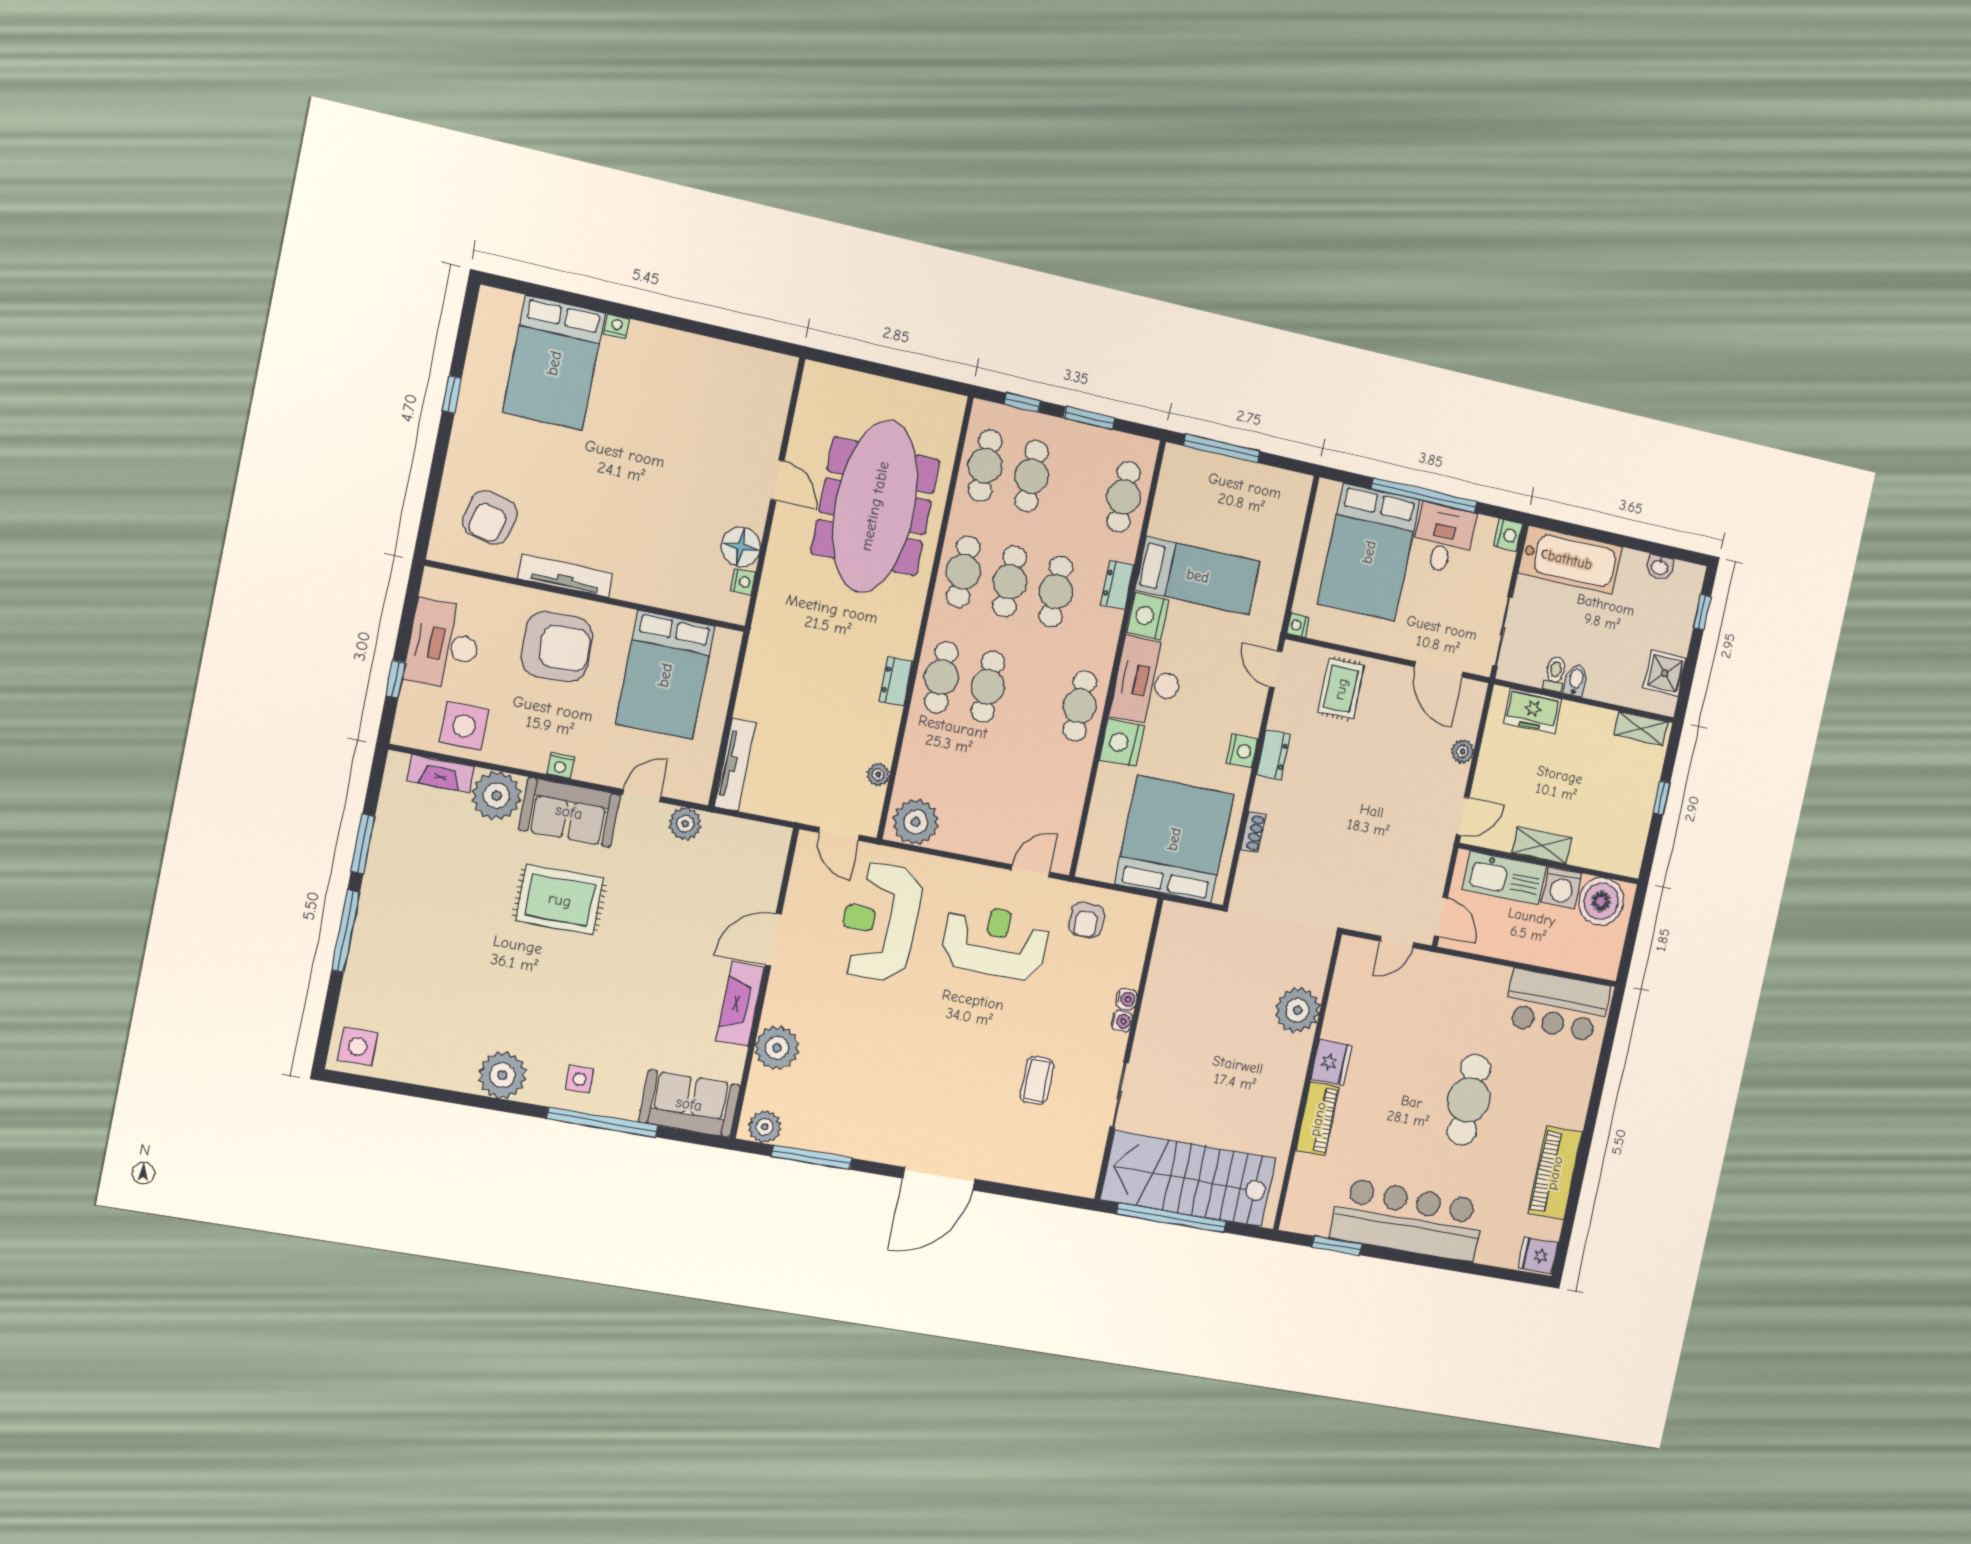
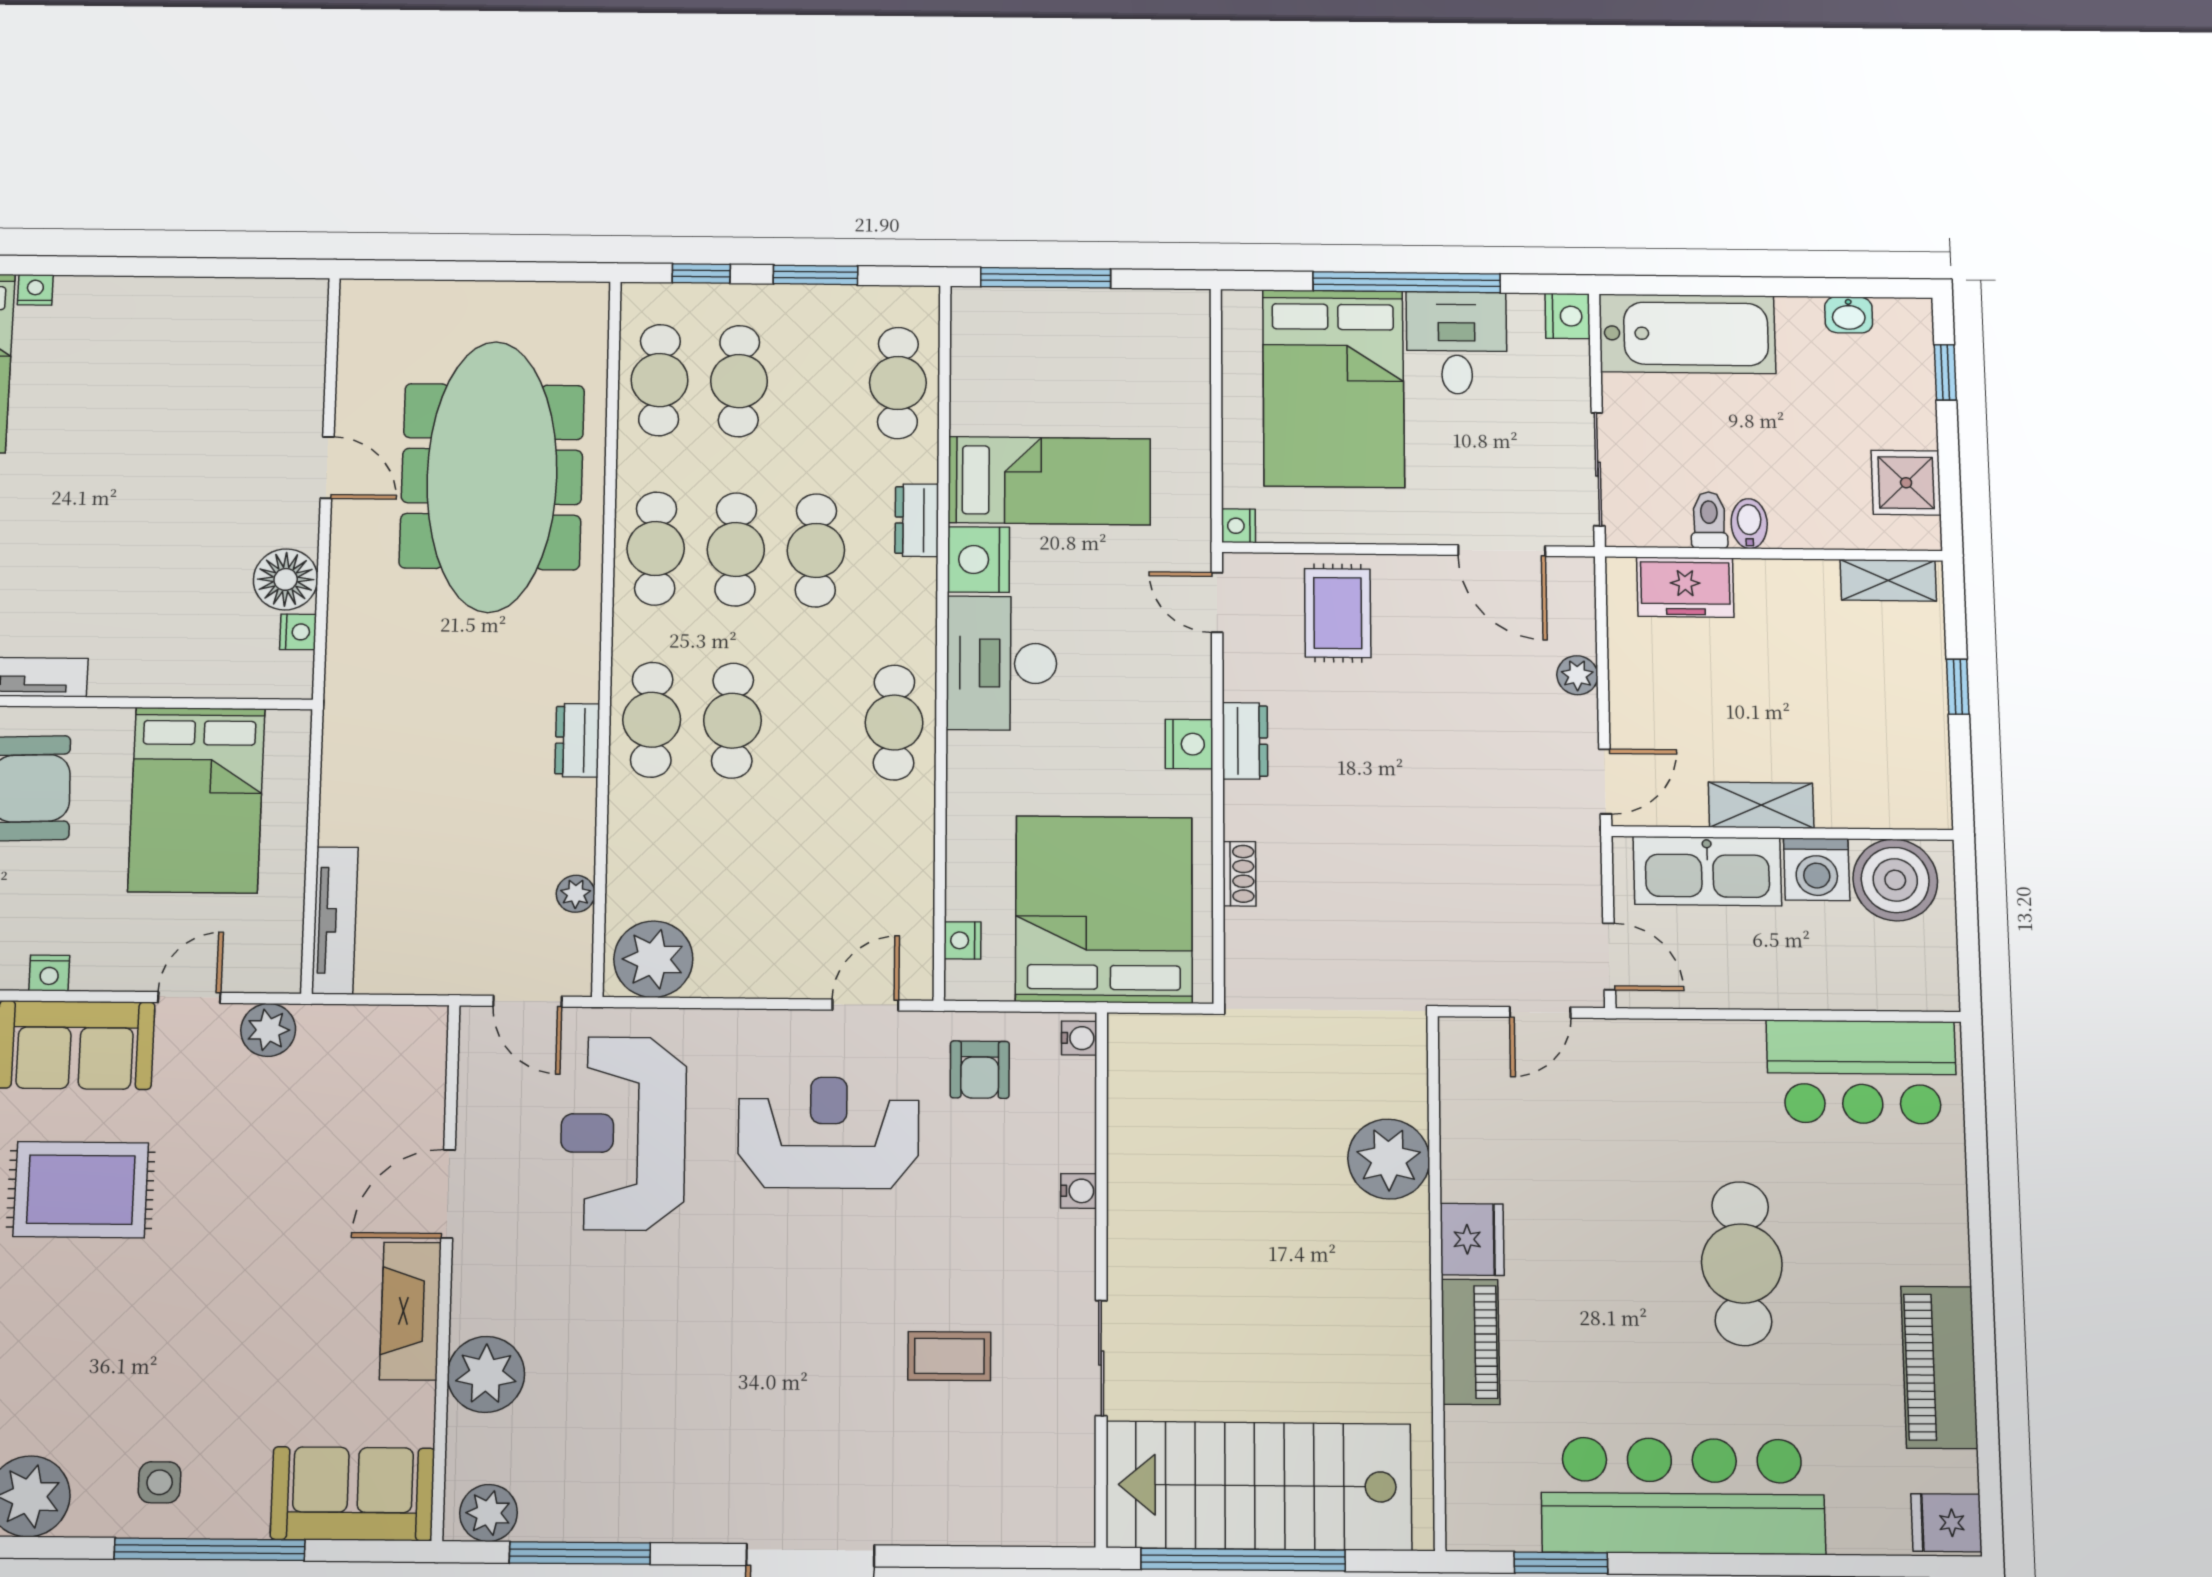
nightstand: (1122, 743) -> (963, 940), moved, width x0.53, depth x0.56
water cooler: (1122, 1021) -> (1079, 1038), moved
coffee table: (1037, 1080) -> (949, 1356), turned 90

